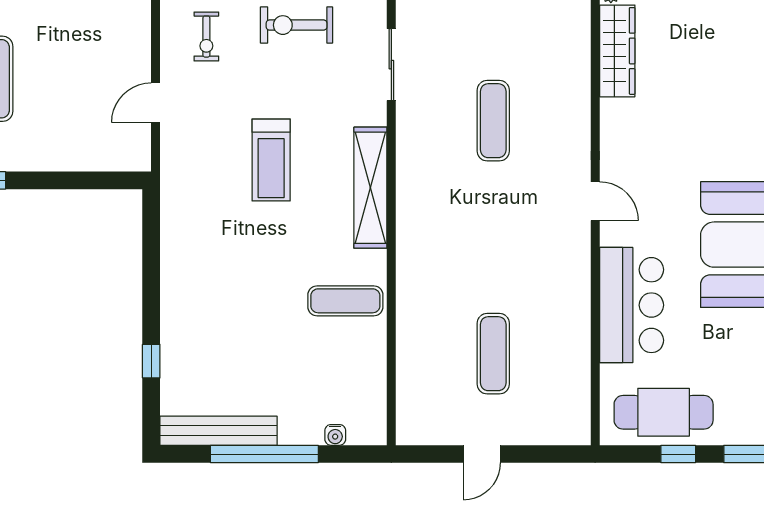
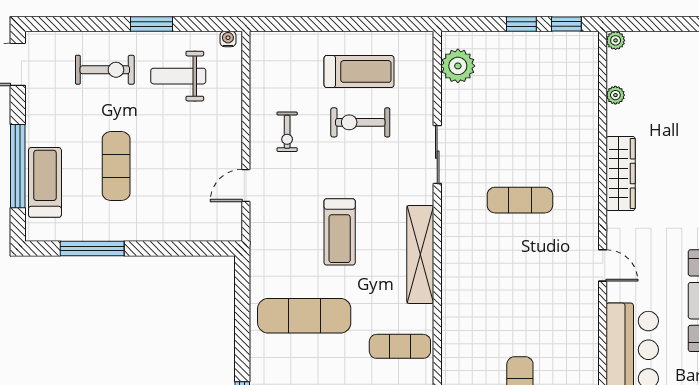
wardrobe: (617, 51) -> (621, 173), moved
exercise mat: (493, 121) -> (520, 200), turned 90
exercise mat: (228, 263) -> (304, 316), added

